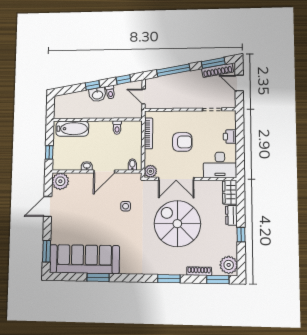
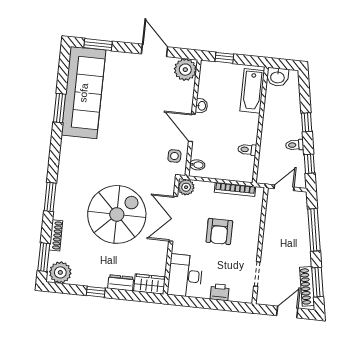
washbasin: (97, 95) -> (278, 77), moved, turned -80
side table: (126, 206) -> (174, 156), moved

